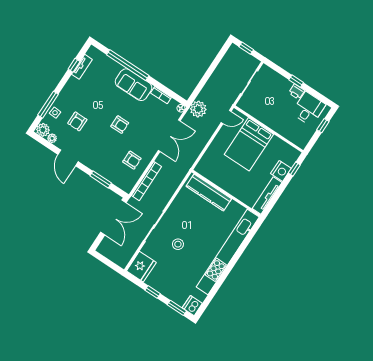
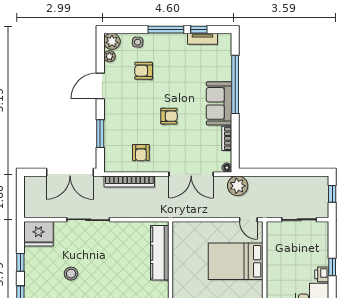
window: (48, 105) -> (166, 30), moved
armchair: (120, 125) -> (169, 116), turned -90
stool: (178, 244) -> (71, 274), moved

